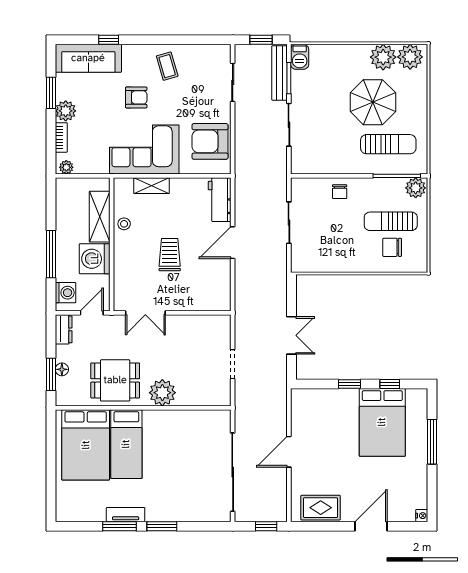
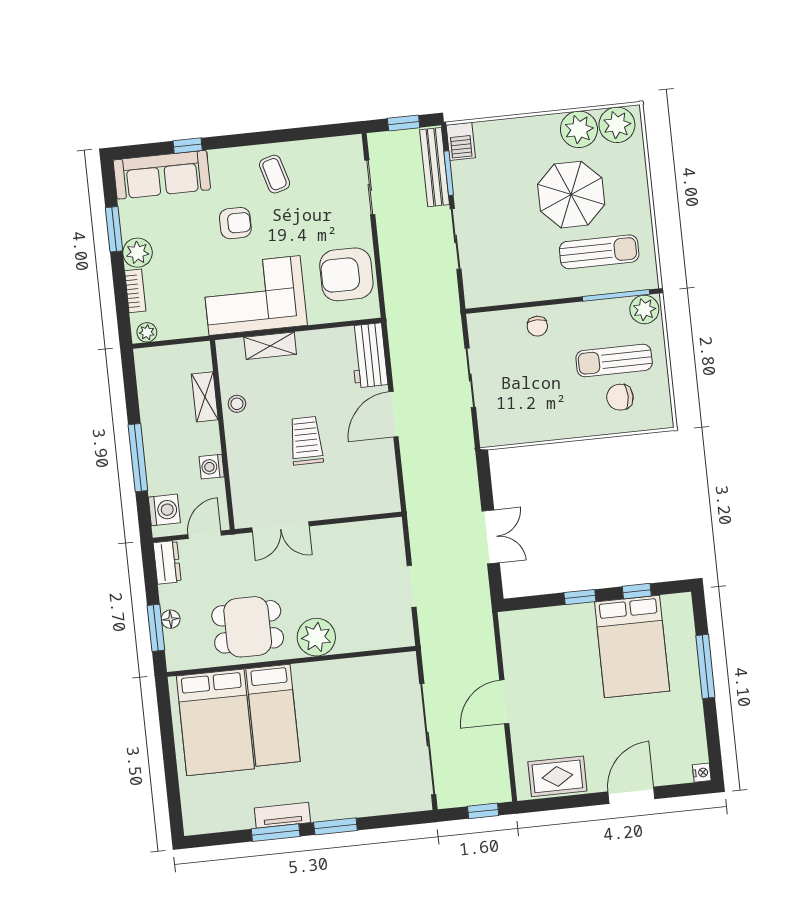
shelving: (100, 217) -> (205, 397), width x0.67, depth x0.75
washing machine: (95, 259) -> (212, 467), width x0.53, depth x0.53

